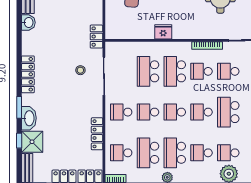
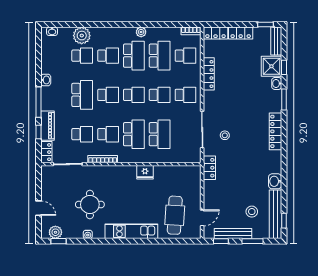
washbasin: (29, 118) -> (277, 83), width x0.52, depth x0.69

